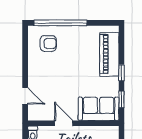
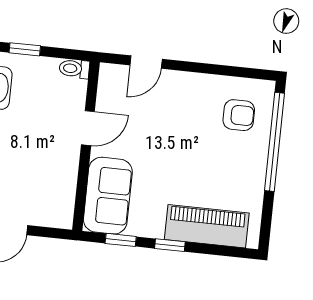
armchair: (48, 43) -> (239, 115), turned -90

